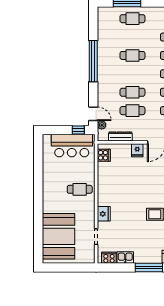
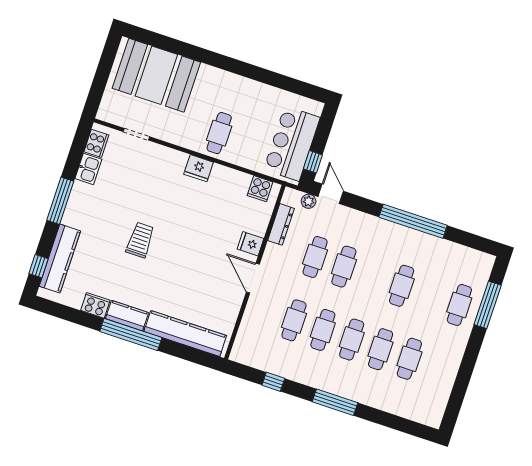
door: (93, 114) -> (331, 194), swing flipped
fridge: (104, 214) -> (199, 168), moved

